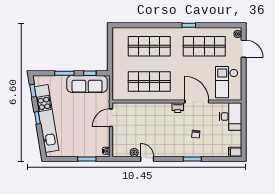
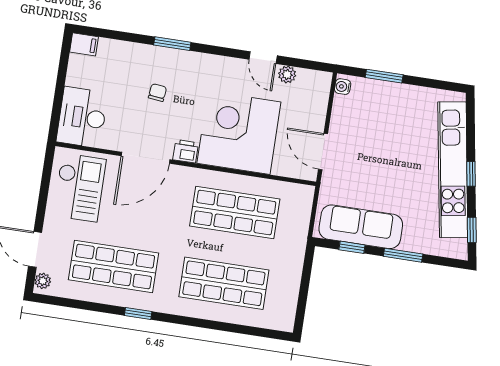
door: (197, 101) -> (146, 158), hinge flipped
door: (111, 118) -> (323, 152), swing flipped
corner desk: (153, 121) -> (239, 133), added

